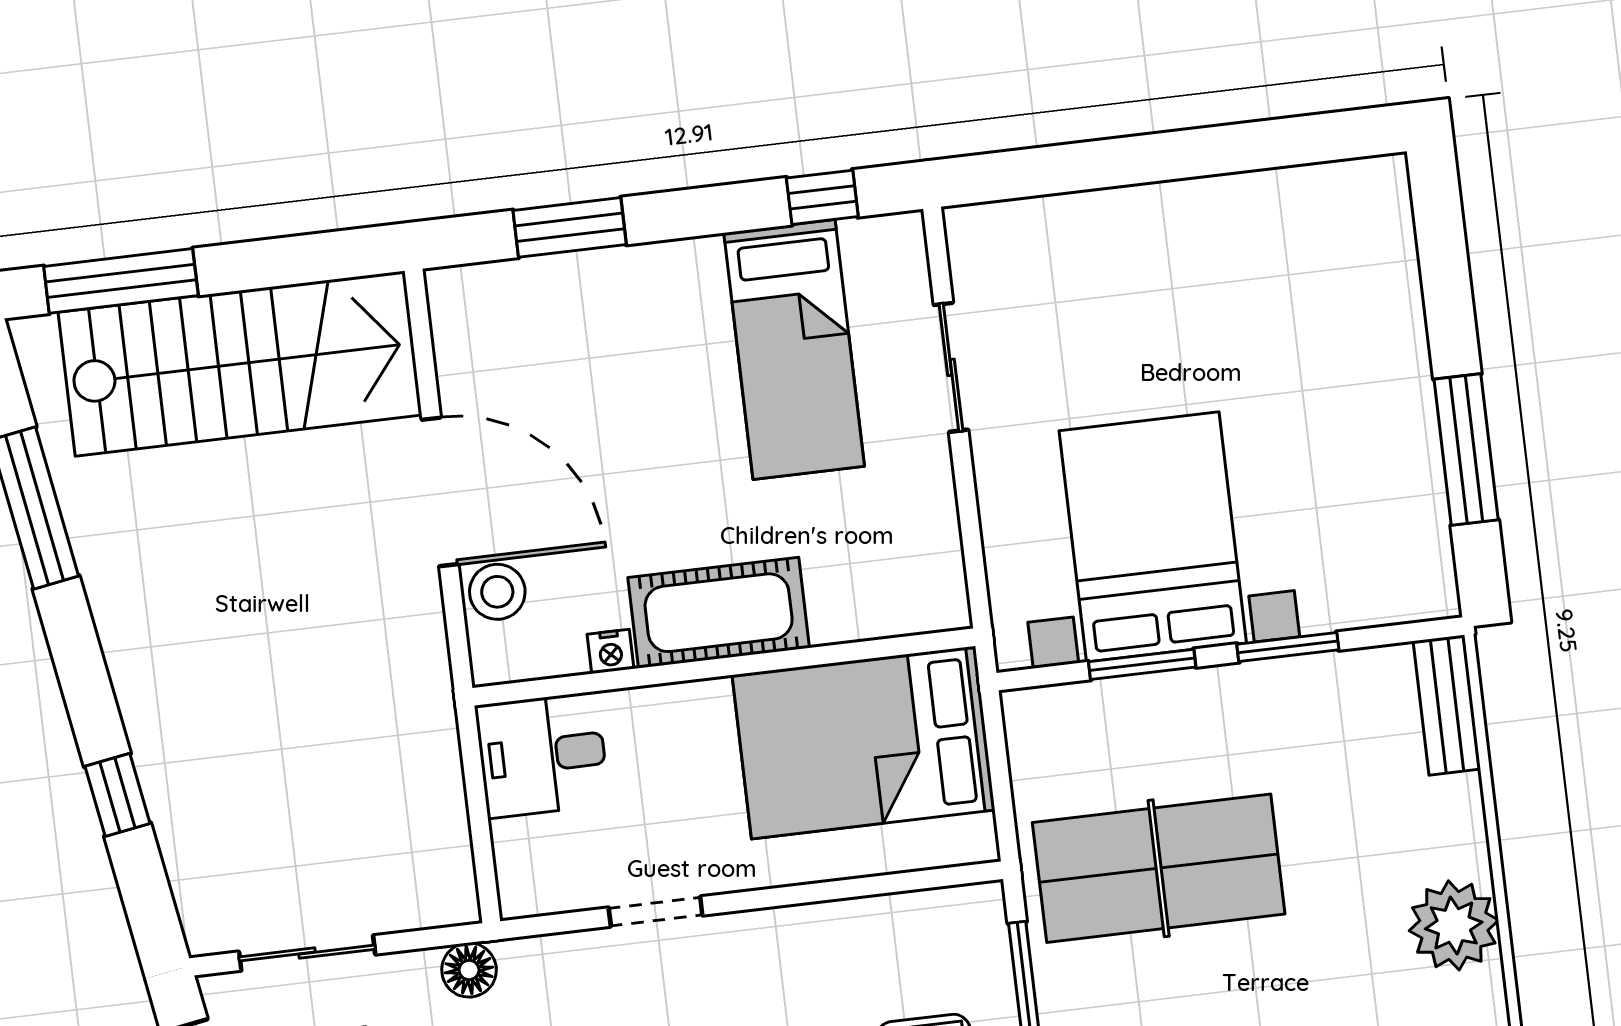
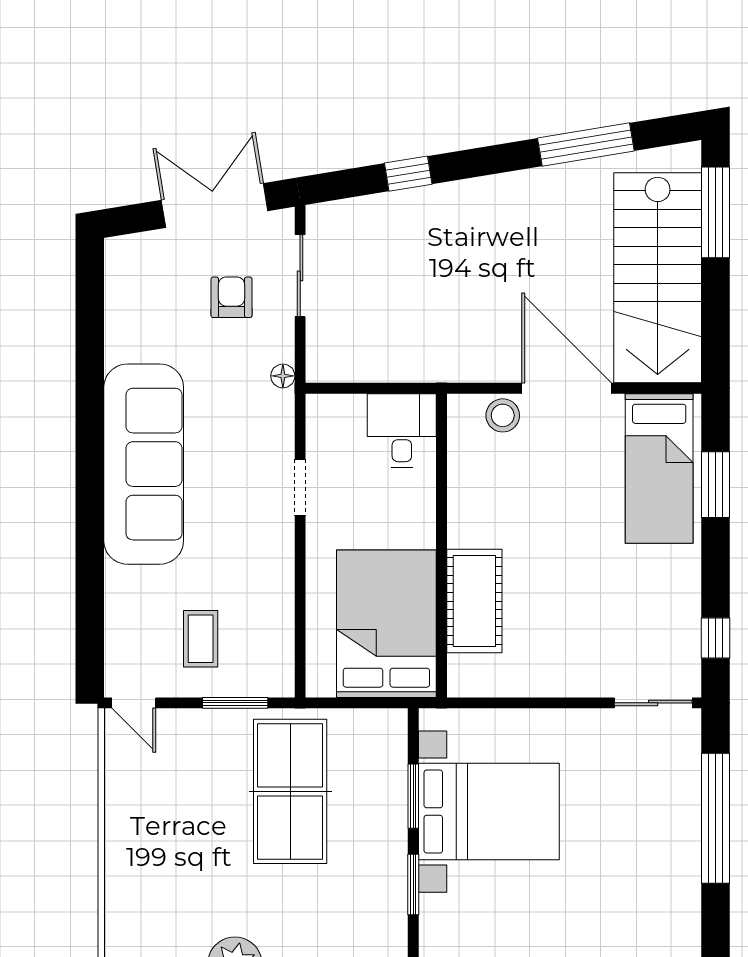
window: (1119, 162) -> (716, 818), added
bed: (794, 350) -> (659, 468), moved, turned -90
sliding door: (951, 367) -> (653, 703), moved
door: (440, 492) -> (567, 388), swing flipped
cot: (719, 613) -> (474, 601), moved
nightstand: (611, 651) -> (459, 479), removed
floor lamp: (469, 970) -> (283, 376), width x0.73, depth x0.73

